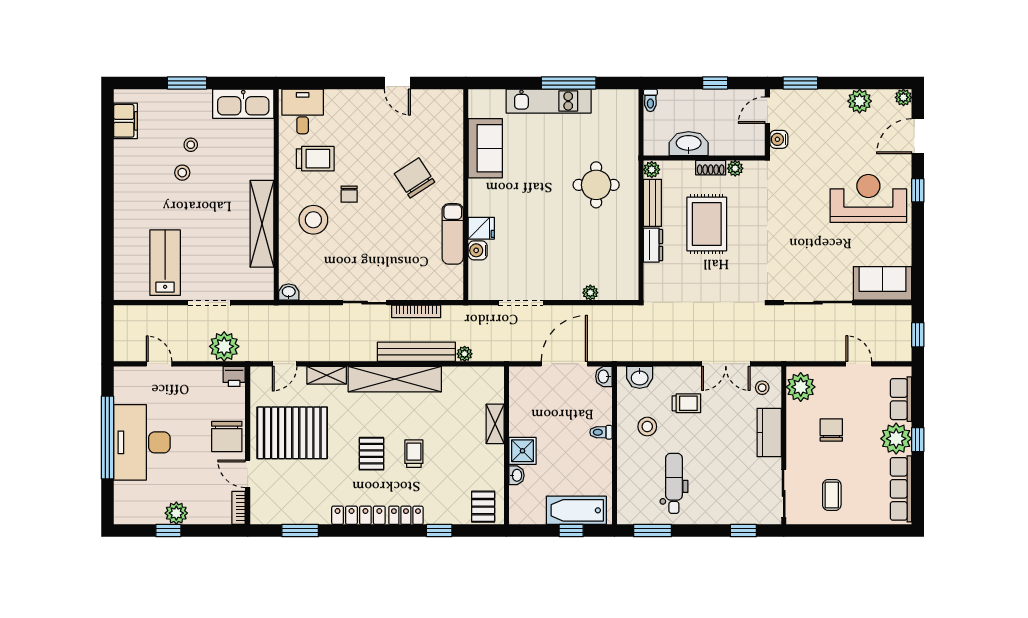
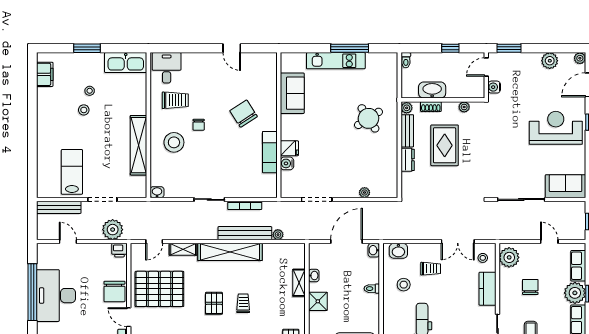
shoe rack: (711, 168) -> (431, 107), moved
round table: (596, 185) -> (368, 118), turned -33
bench: (146, 314) -> (59, 207), added
washbasin: (517, 475) -> (314, 276), moved

